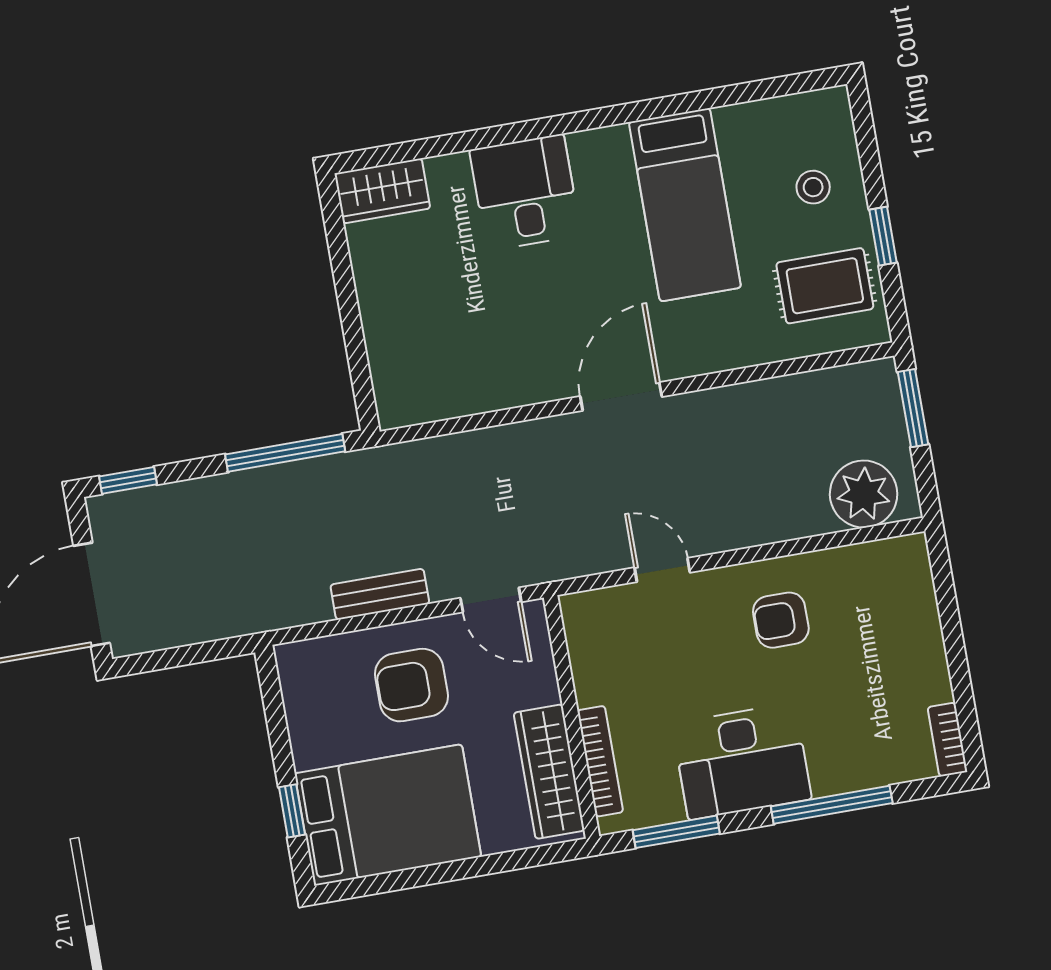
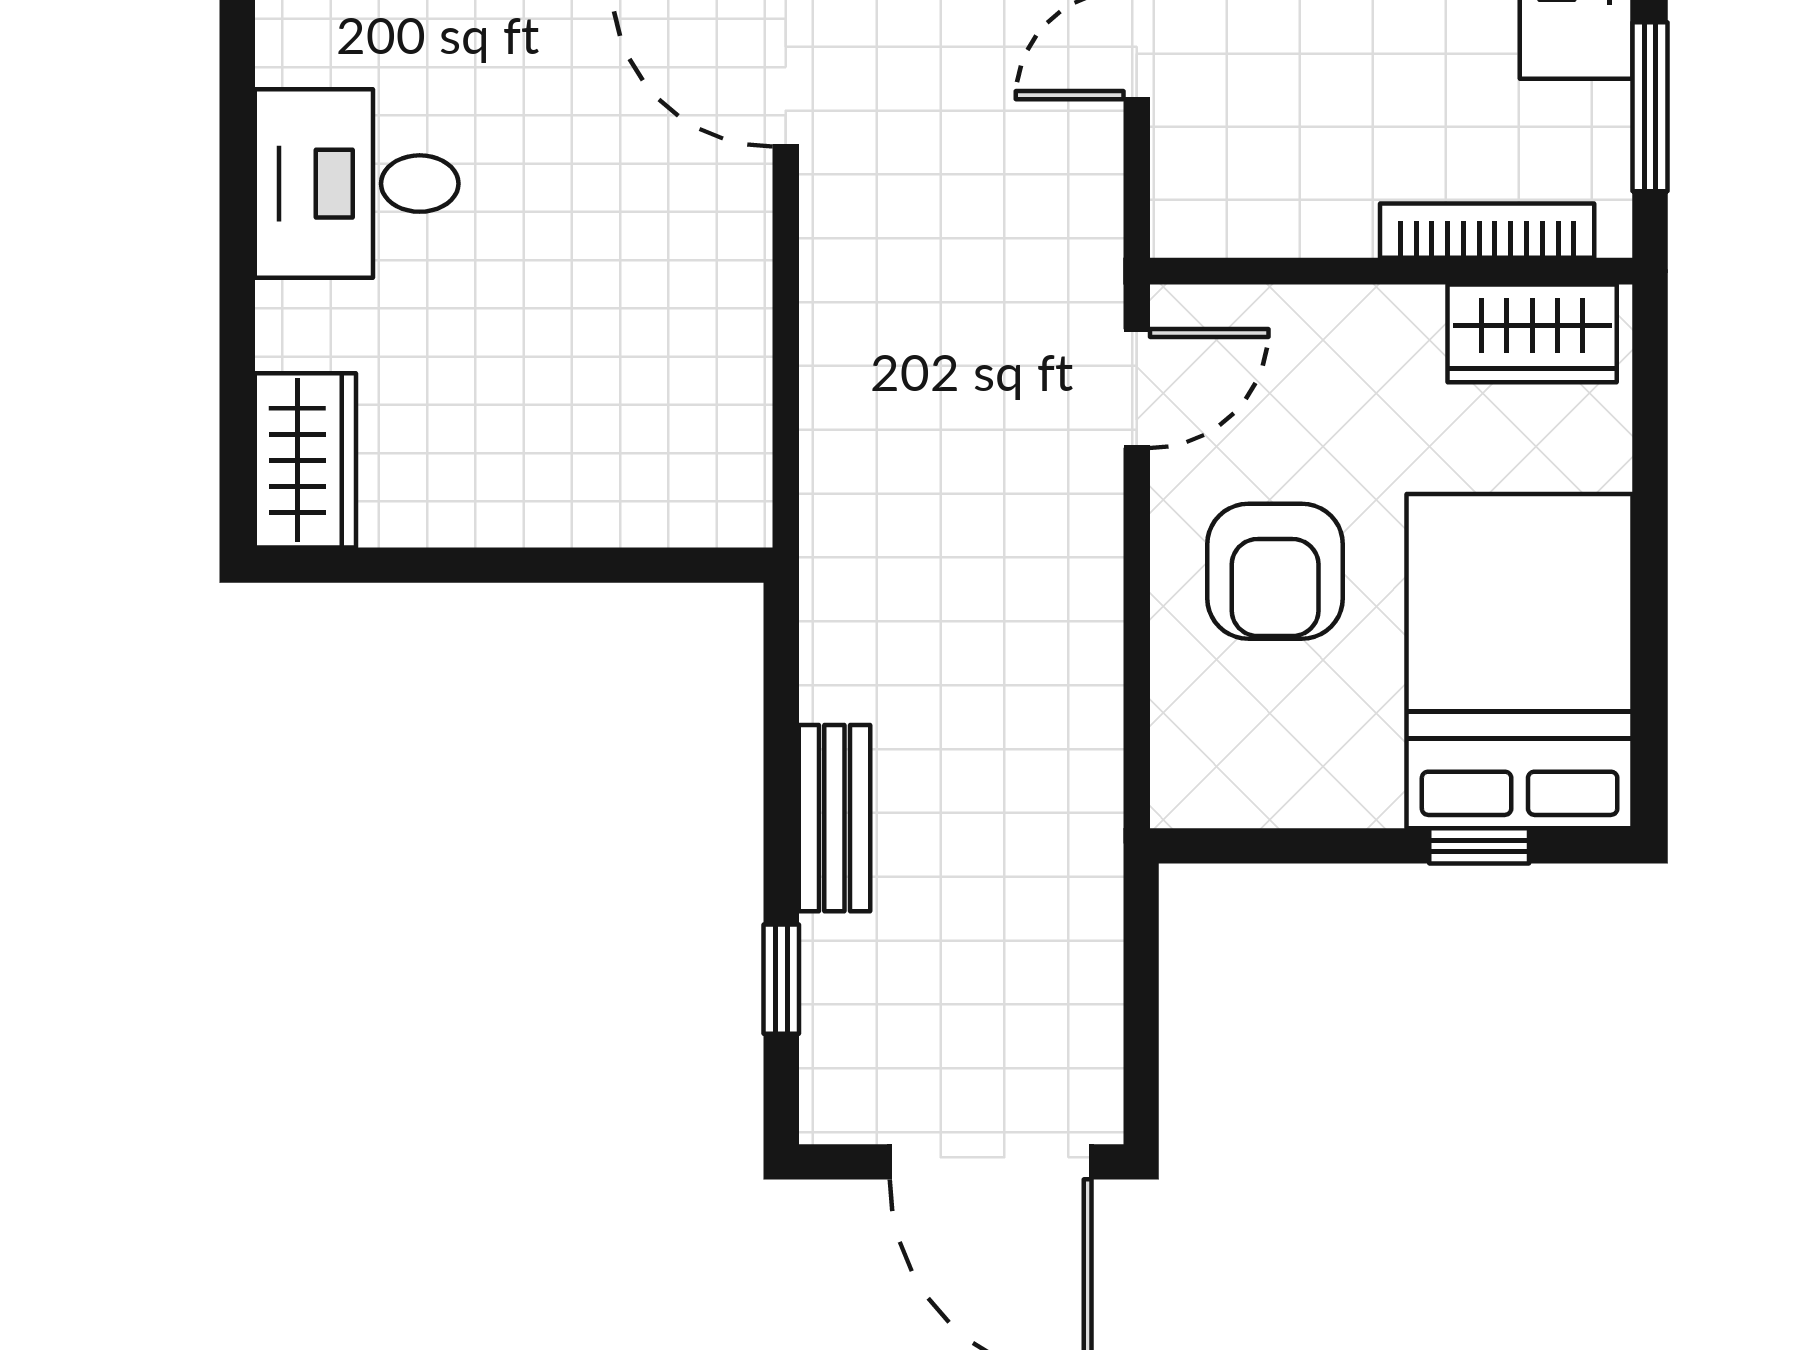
window: (285, 453) -> (781, 738), removed
window: (128, 480) -> (781, 979), moved
bench: (380, 594) -> (834, 818), moved
wardrobe: (549, 772) -> (1532, 333), width x0.67

